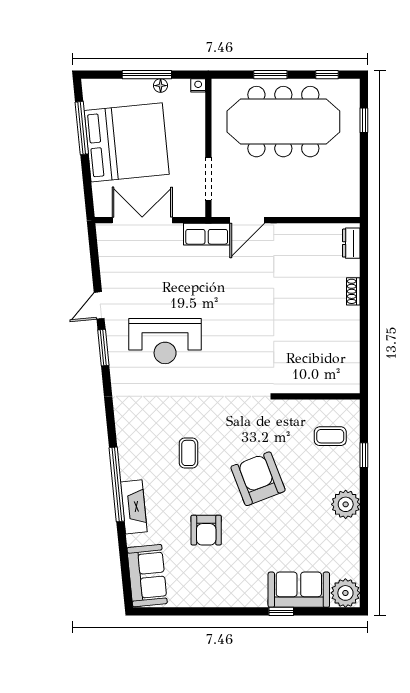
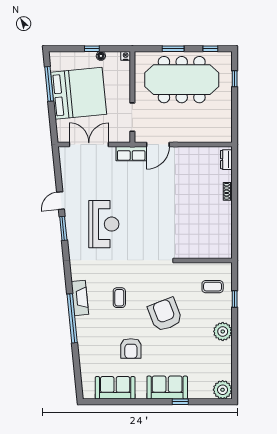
window: (147, 75) -> (92, 49), width x0.46
reception desk: (165, 341) -> (104, 224), turned -90
fireplace: (134, 507) -> (80, 298), moved
sofa: (147, 576) -> (115, 388), moved, turned -84
sofa: (299, 590) -> (167, 388), moved

